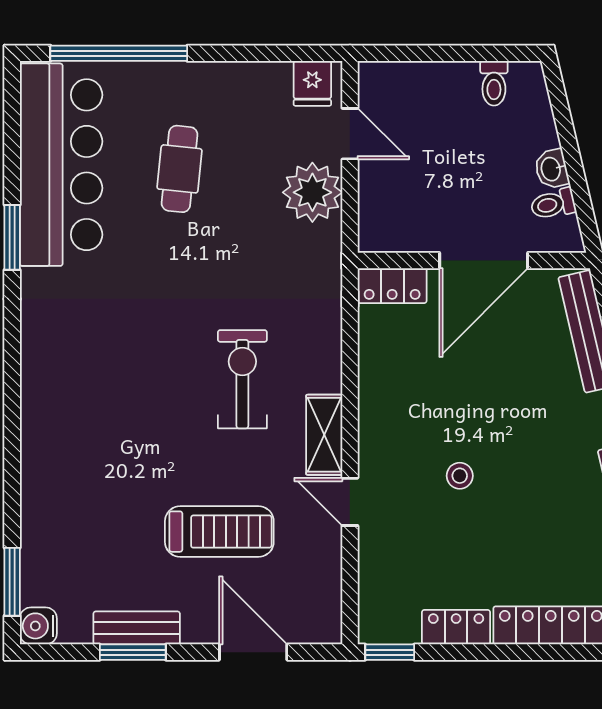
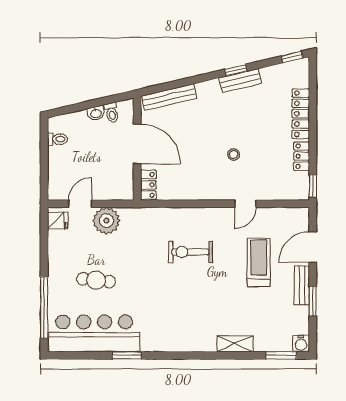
shelving: (324, 435) -> (235, 344), moved
bench: (137, 628) -> (302, 285), moved

